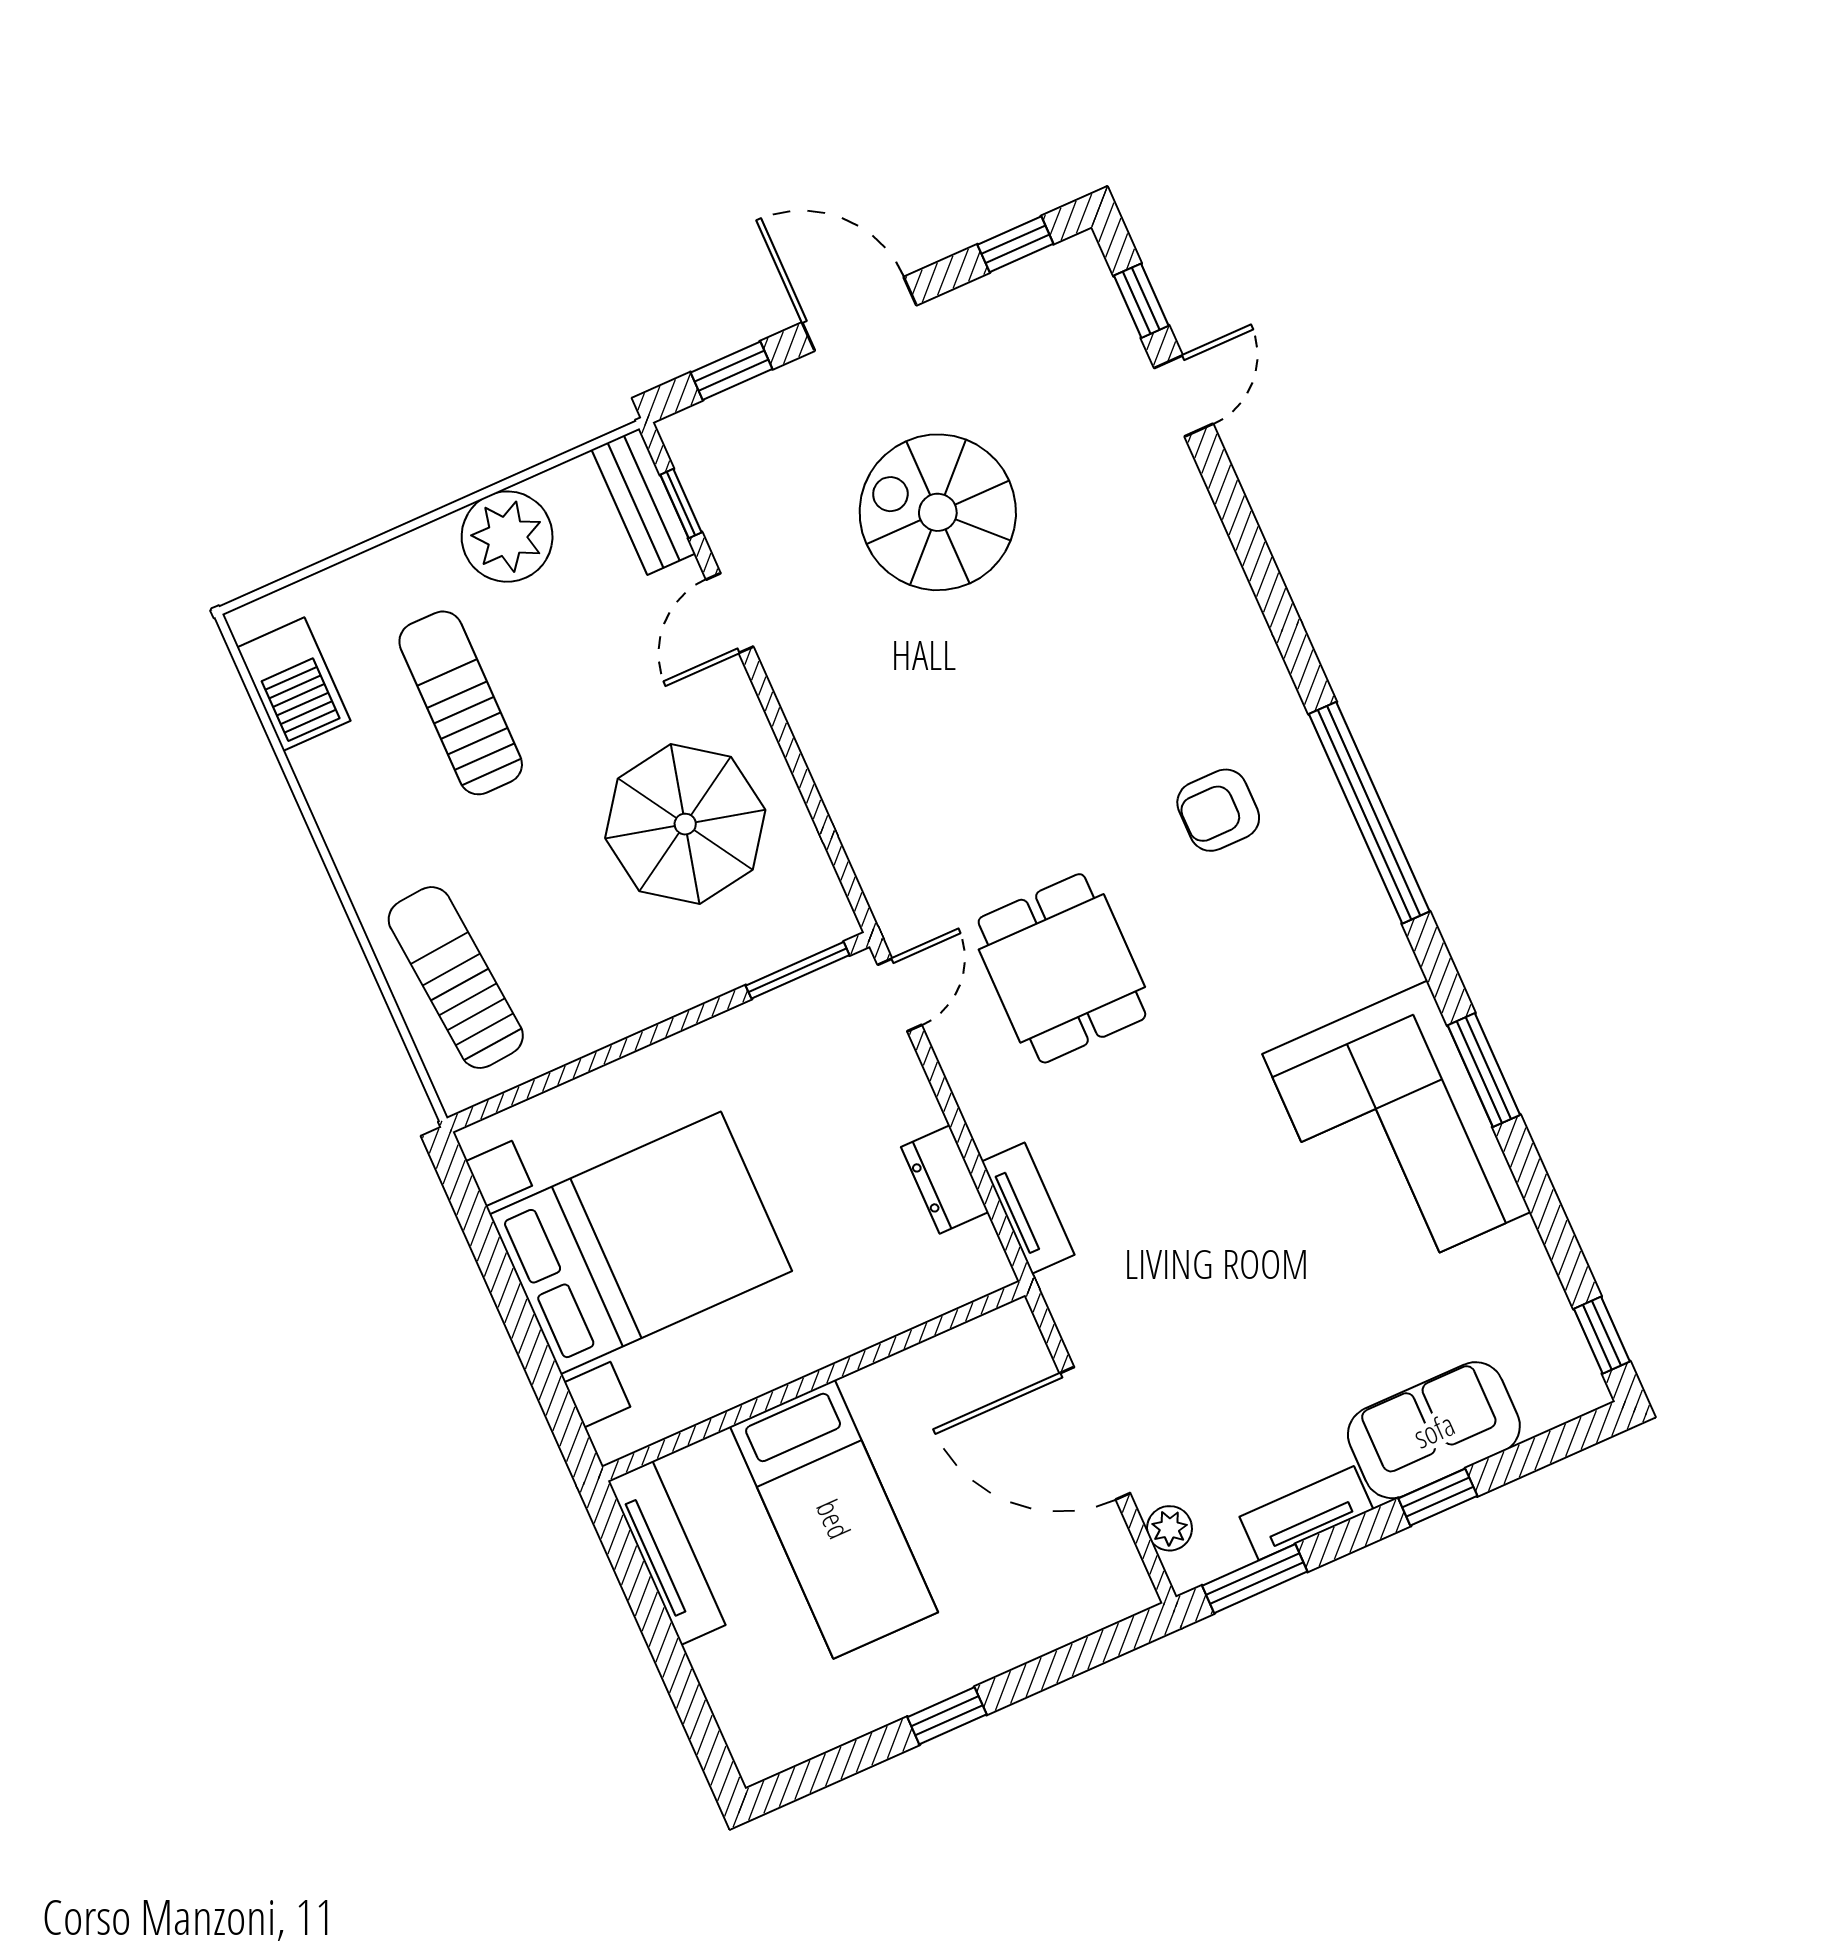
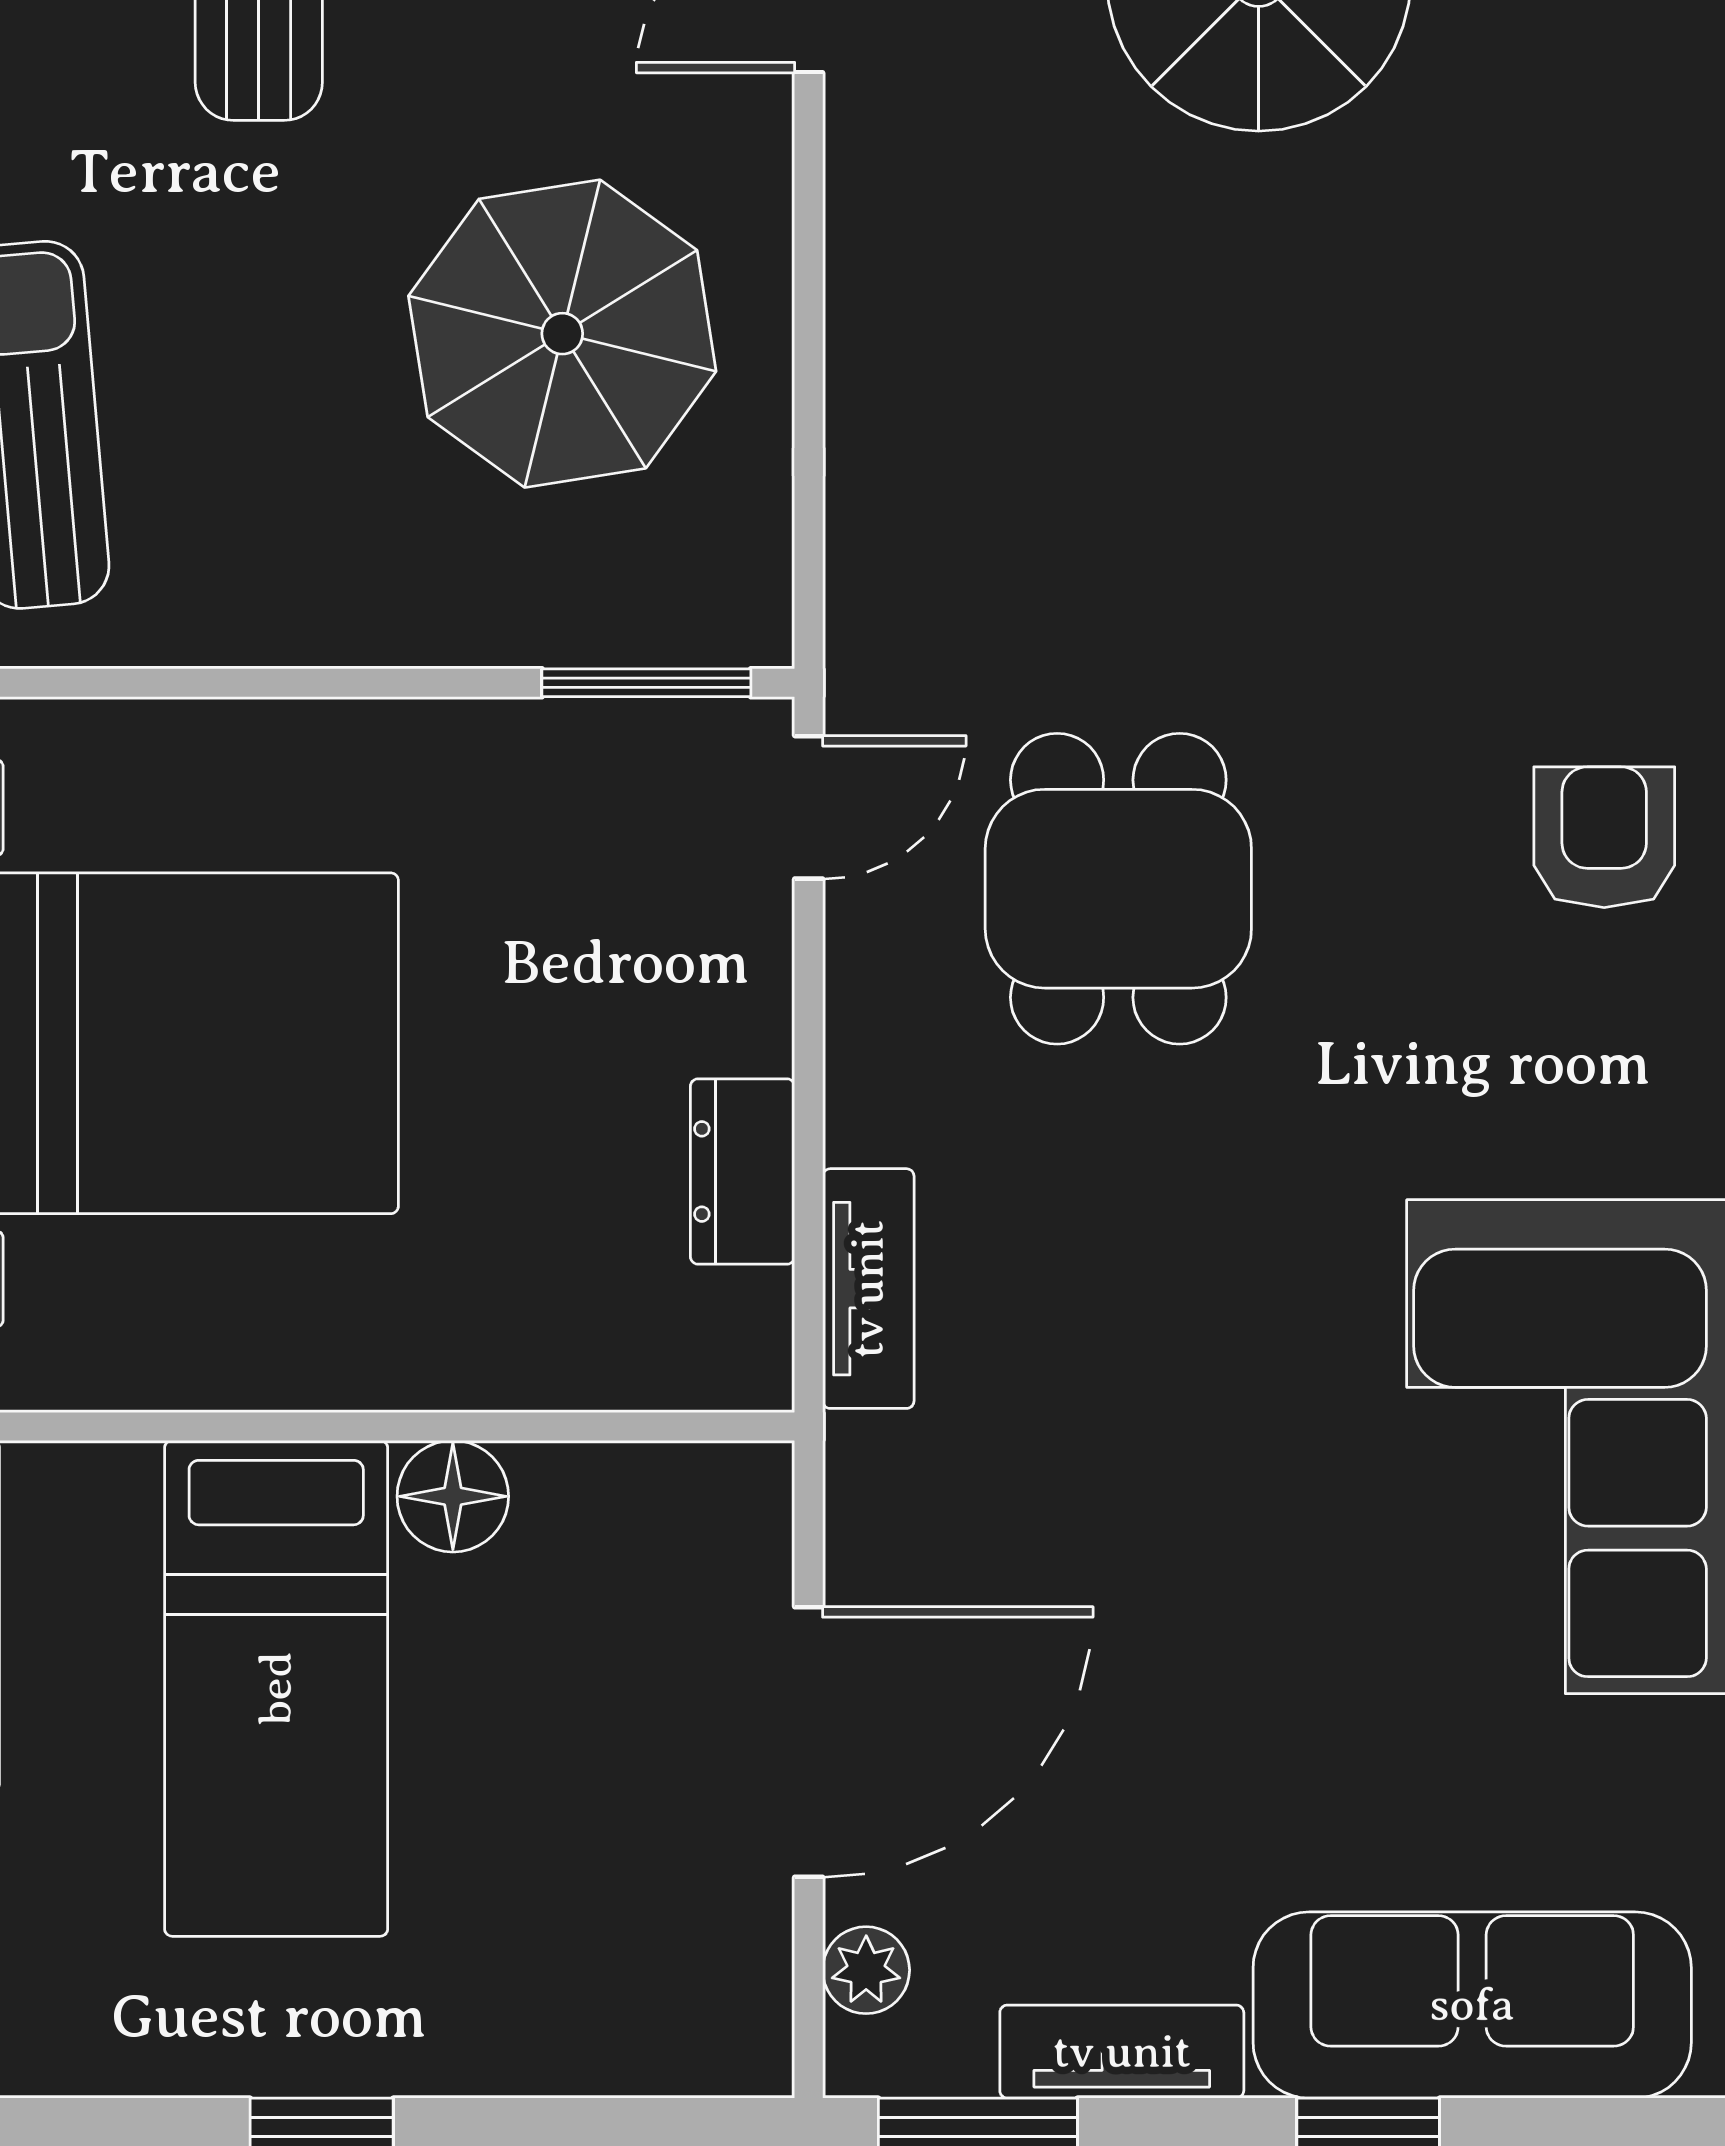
armchair: (1218, 810) -> (1604, 837), moved, turned 90
floor lamp: (877, 1392) -> (453, 1496), added
sofa: (1434, 1430) -> (1472, 2005), width x1.36
door: (1095, 1433) -> (809, 1742), swing flipped

